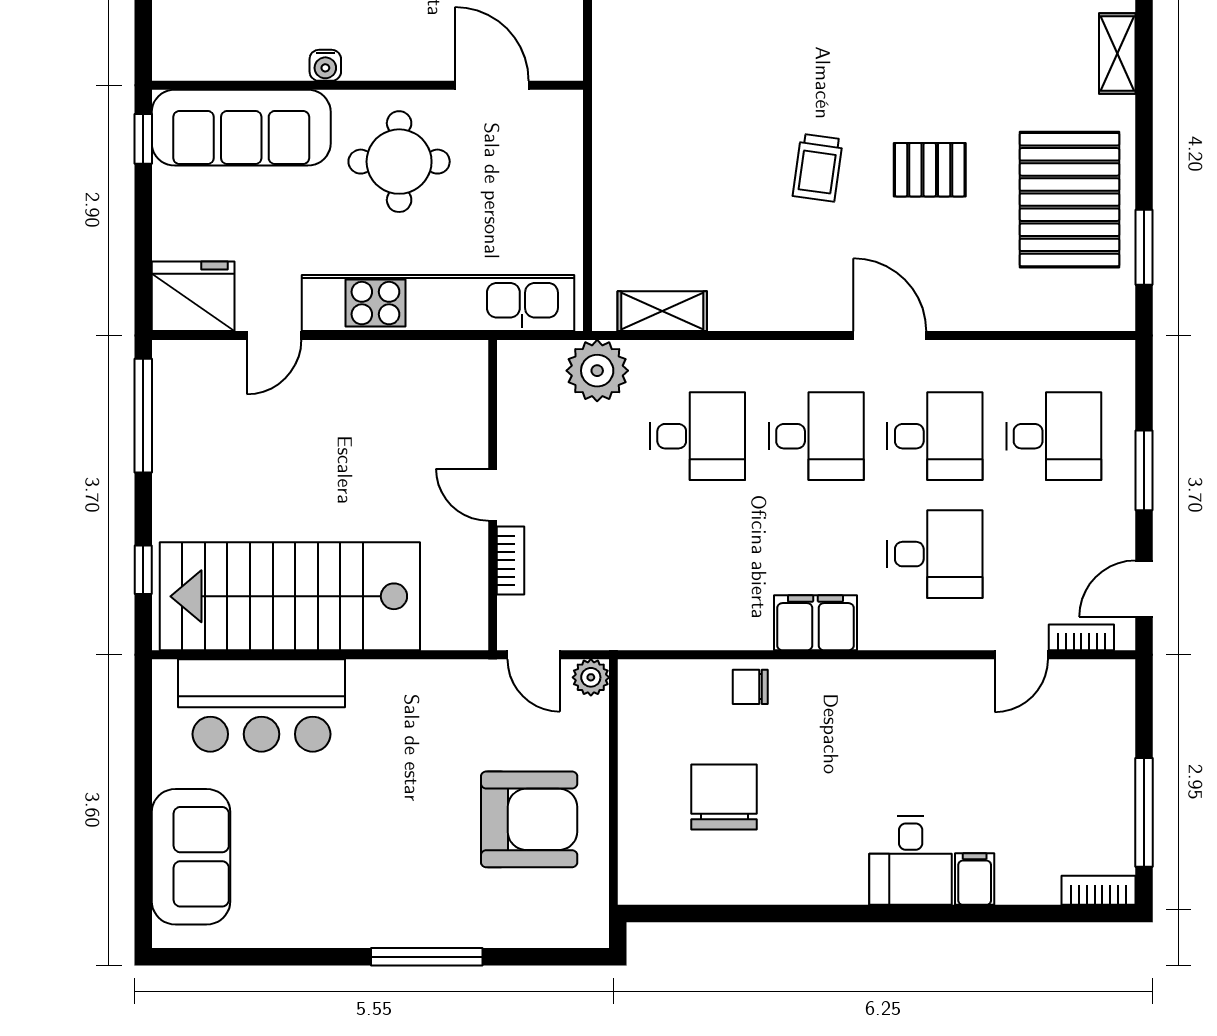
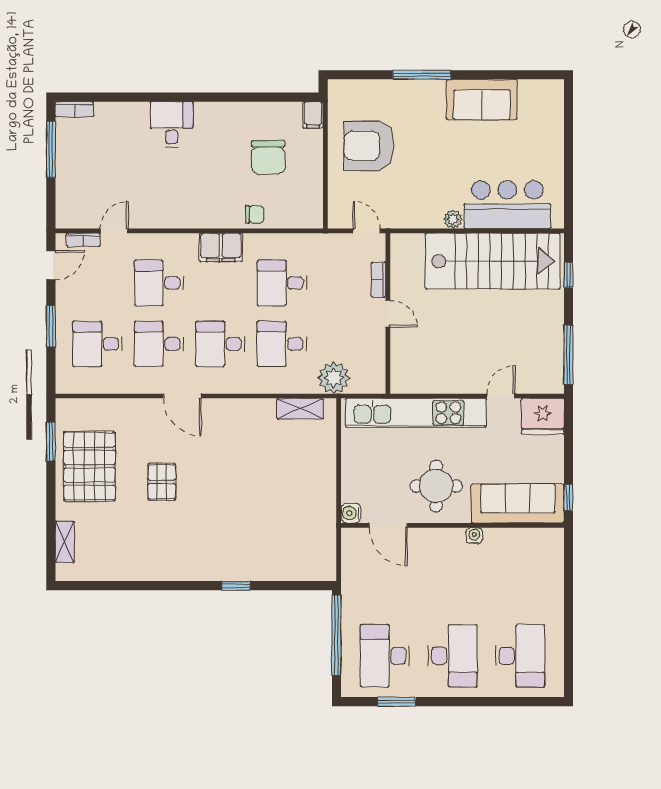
water cooler: (564, 109) -> (351, 513), added
trolley: (818, 168) -> (220, 483), removed
pallet: (930, 170) -> (162, 482), turned 90
desk: (697, 554) -> (282, 283), added
plant: (591, 677) -> (453, 219), moved
sofa: (191, 857) -> (482, 99), moved, turned -90
filing cabinet: (975, 879) -> (313, 115), moved

